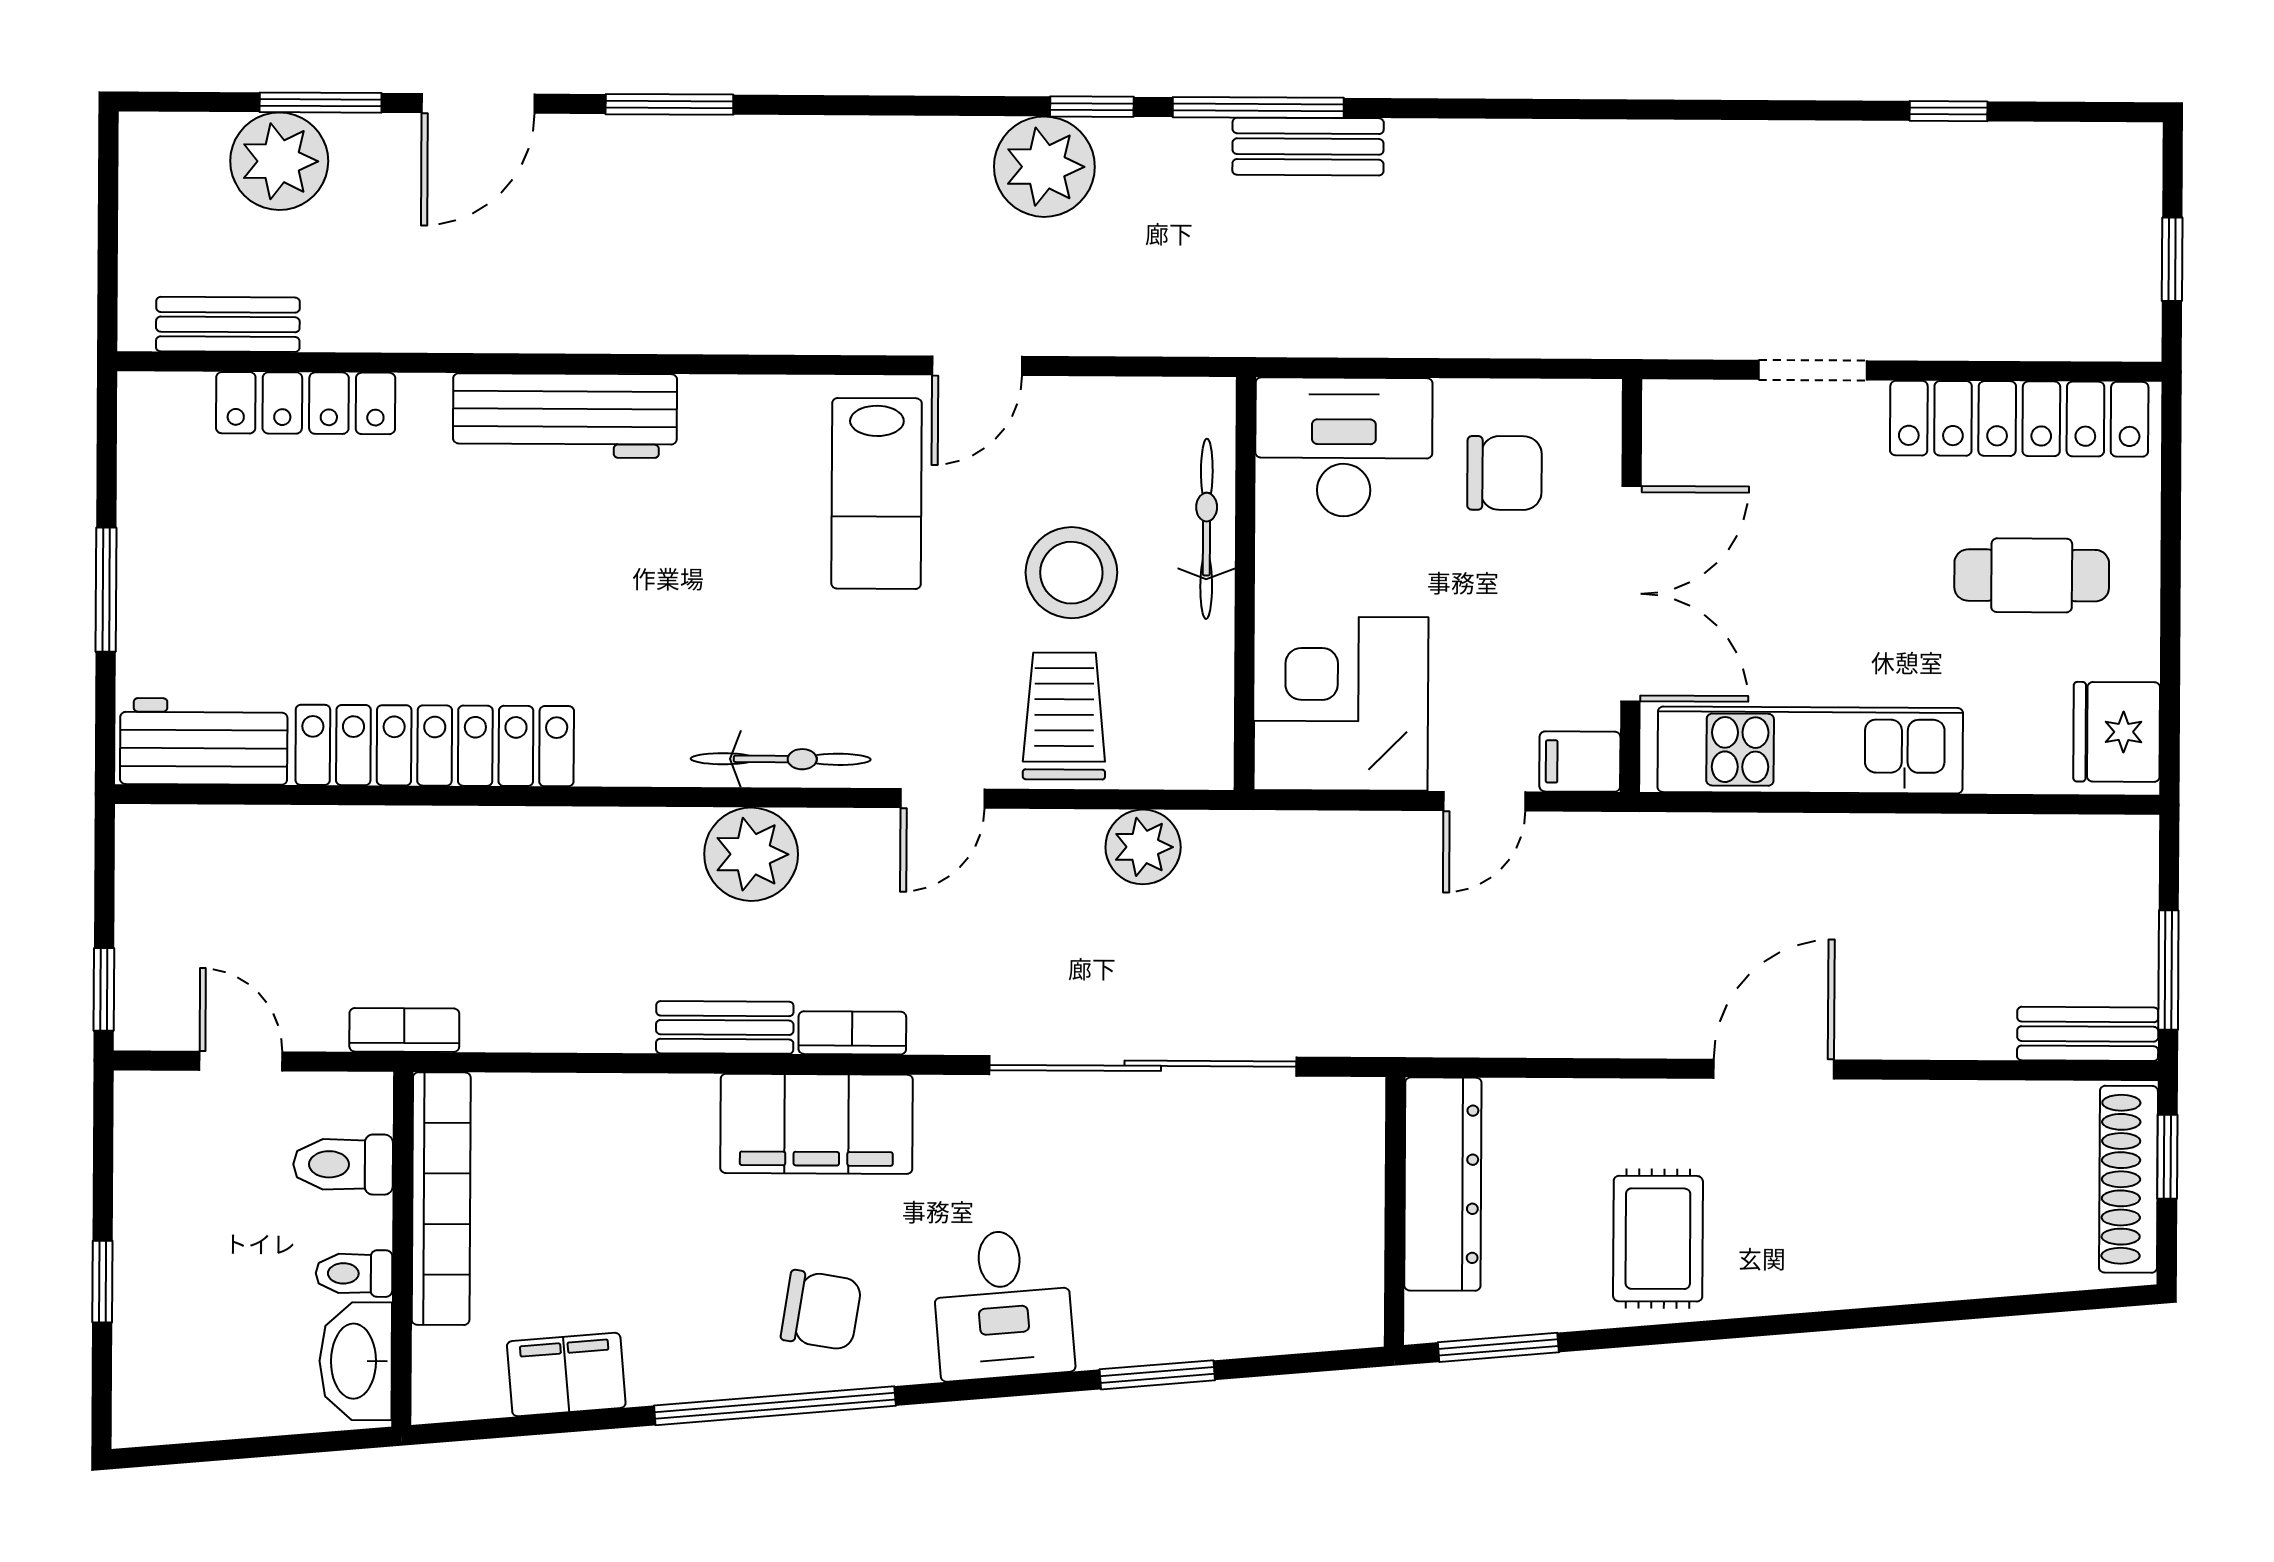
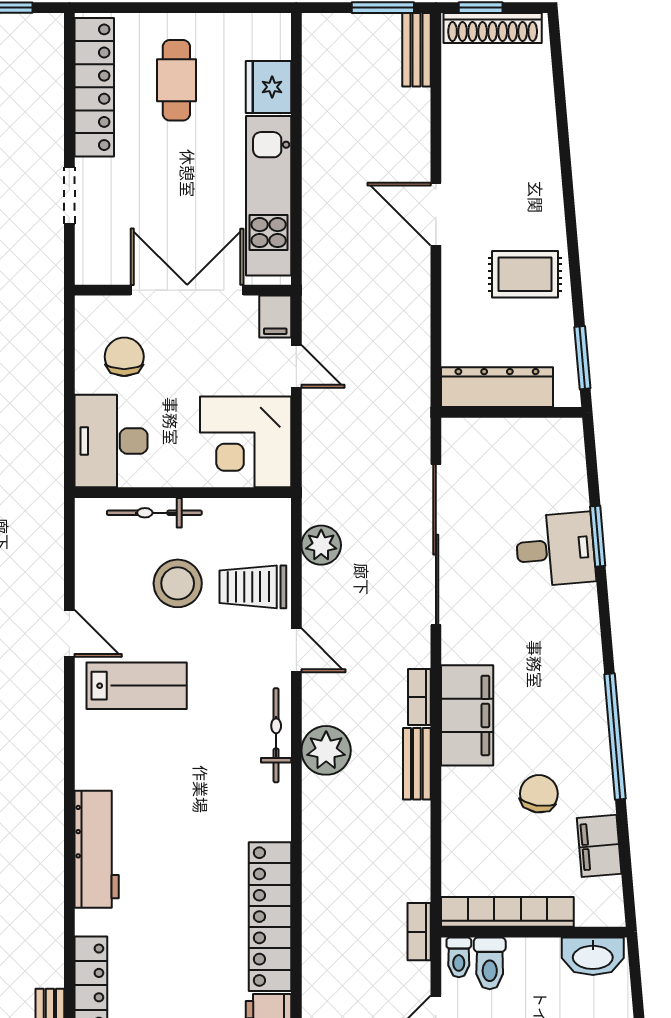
fridge: (2117, 732) -> (268, 87), moved, turned 90
toilet: (354, 1273) -> (459, 957), moved
desk: (1003, 1304) -> (555, 549), moved
chair: (821, 1310) -> (539, 794), moved

